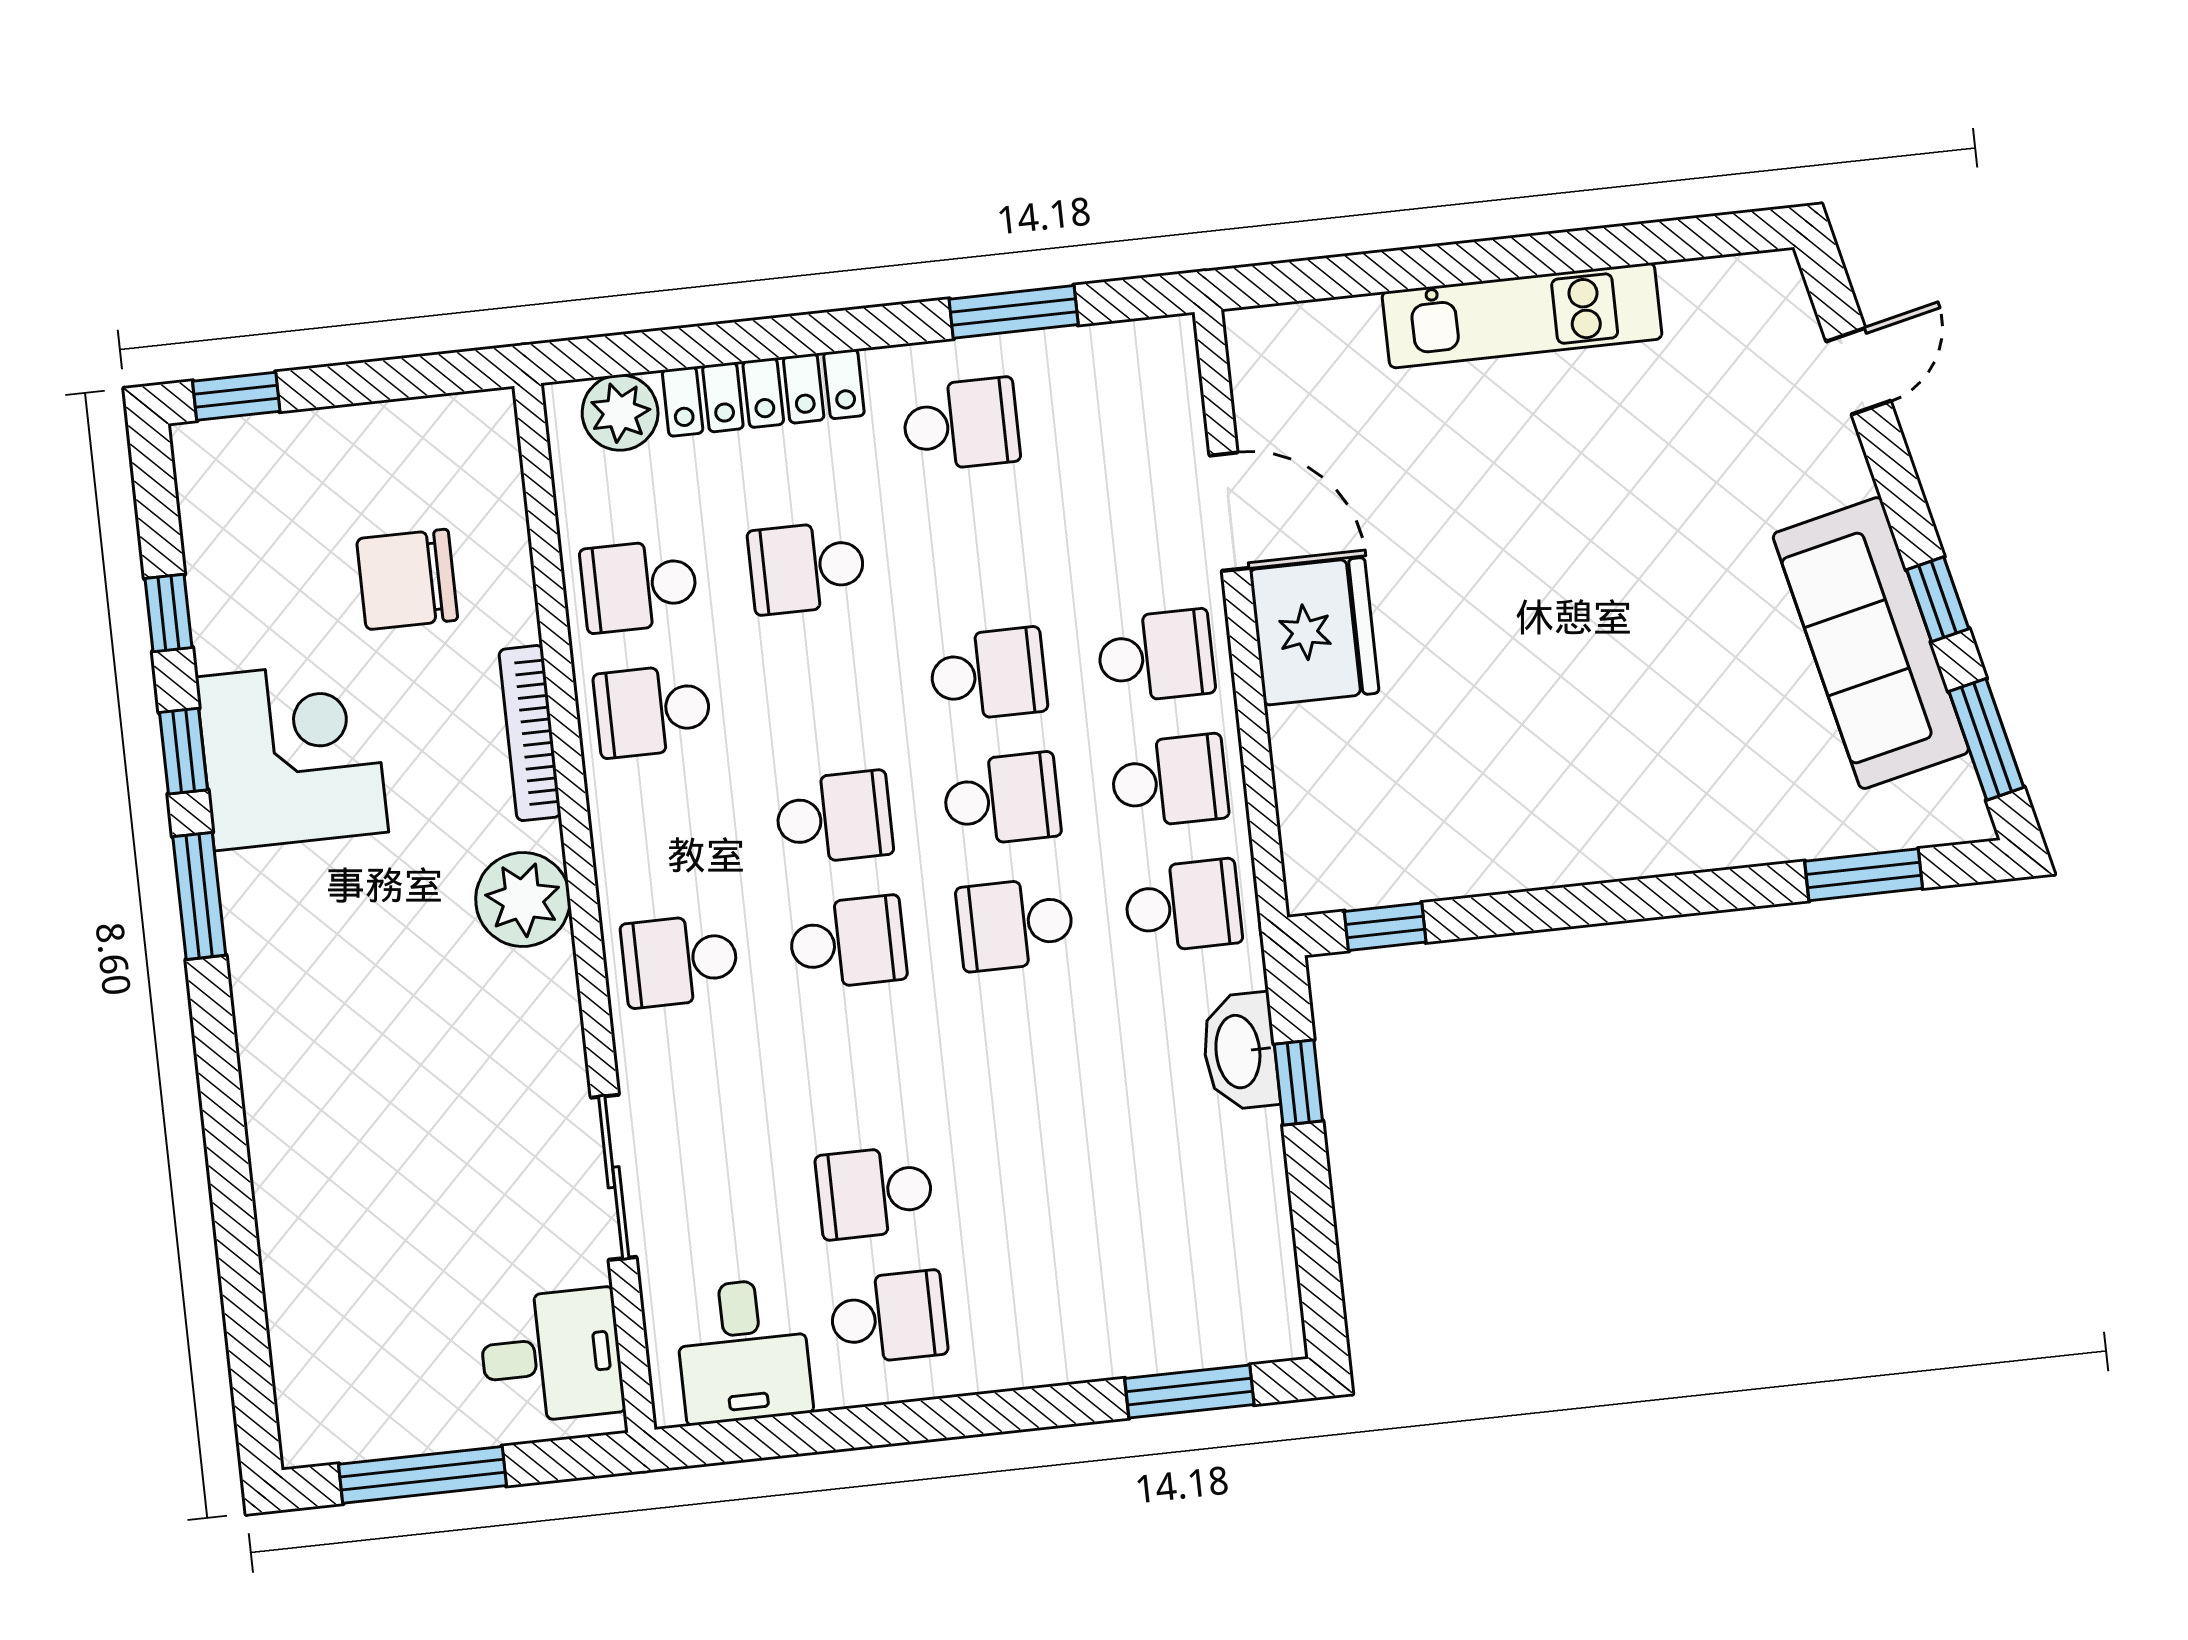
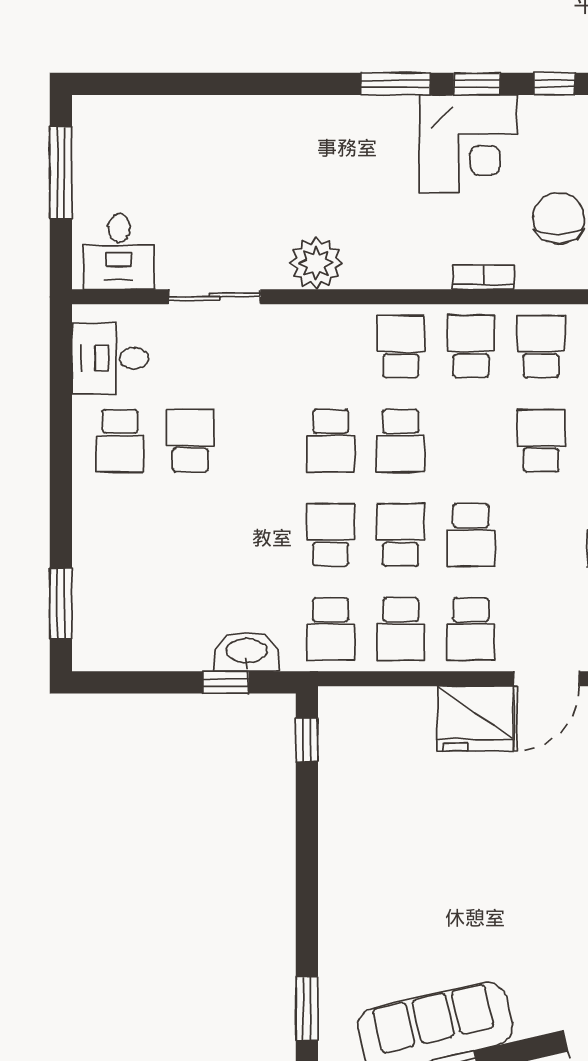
bookcase: (530, 733) -> (483, 277), width x0.64
school desk: (1002, 799) -> (401, 535), turned 180
plant: (523, 900) -> (316, 263), moved
school desk: (680, 961) -> (401, 347), moved

